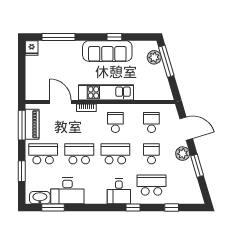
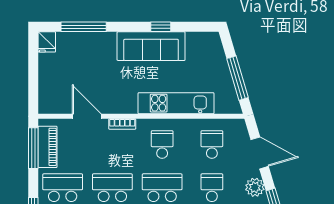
plant: (154, 57) -> (216, 55), removed
window: (166, 61) -> (238, 78), moved
kitchen unit: (106, 92) -> (176, 103), moved

